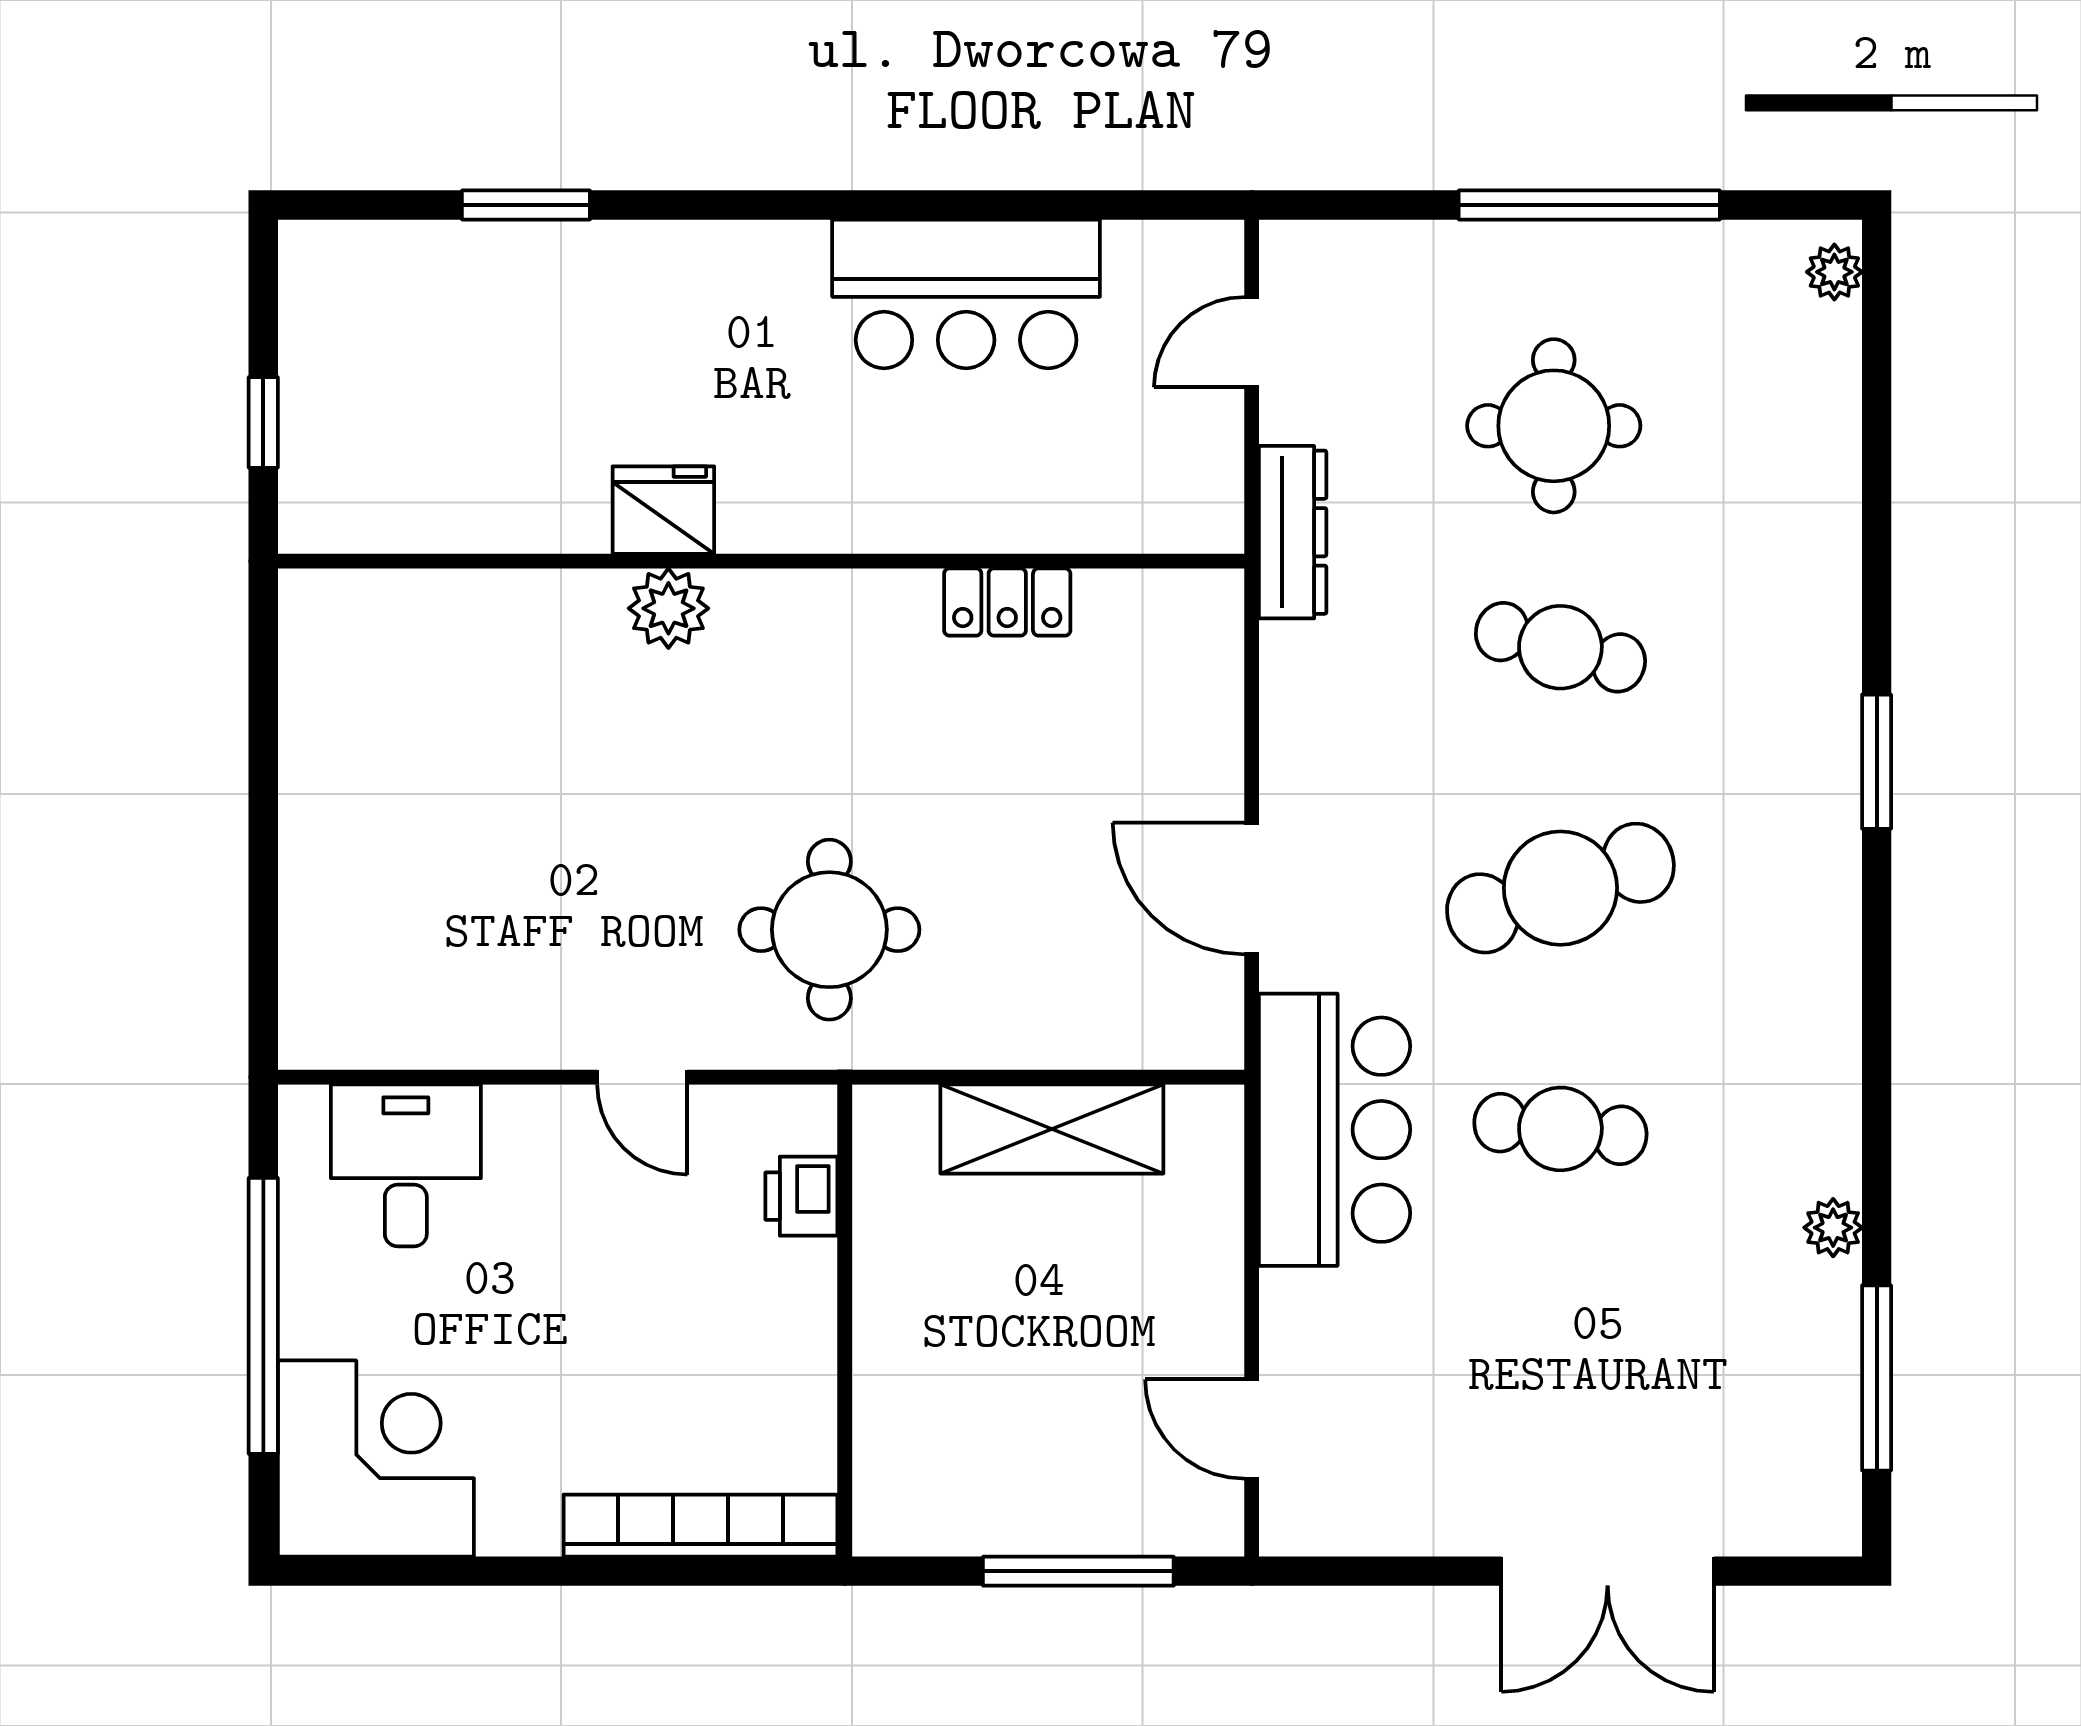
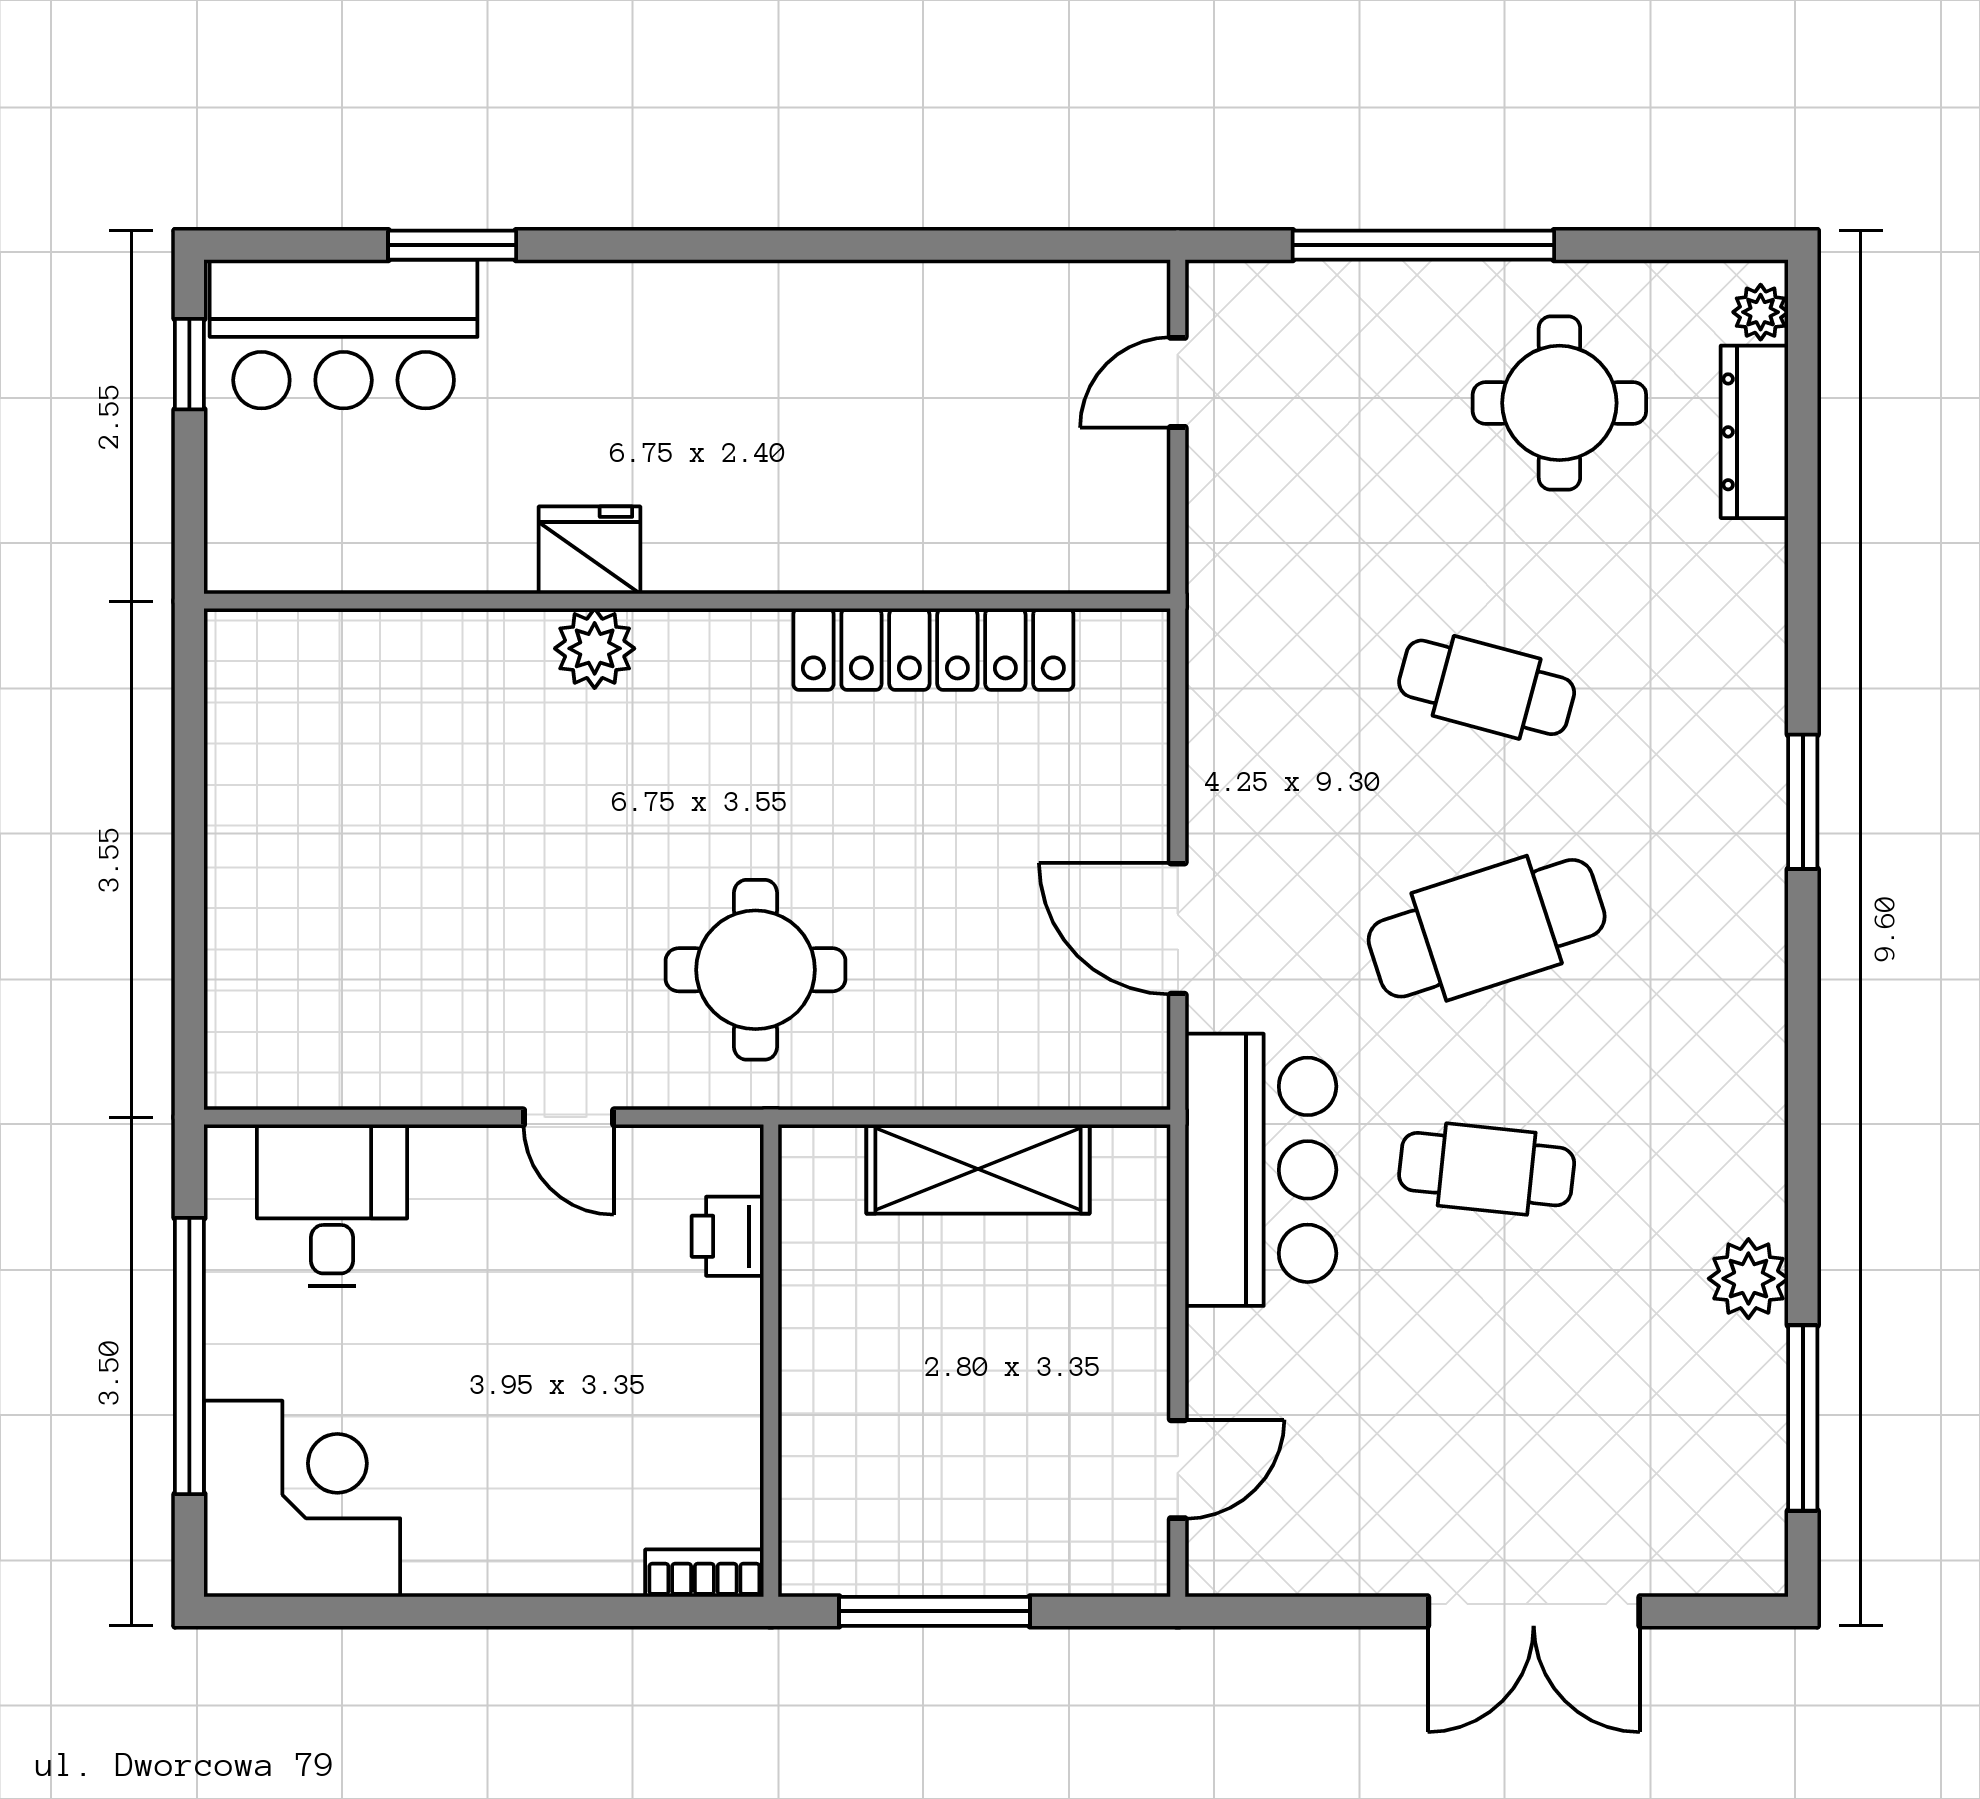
window: (1589, 205) -> (1423, 245), moved
bar counter: (966, 294) -> (344, 334), moved
window: (263, 422) -> (189, 364), moved
round table: (1554, 426) -> (1559, 403), moved
dresser: (1293, 532) -> (1754, 432), moved, turned 180
locker: (1007, 602) -> (933, 649), width x2.16, depth x1.21
plant: (1833, 1228) -> (1748, 1279), width x1.38, depth x1.38
door: (1252, 1429) -> (1178, 1469), swing flipped
bookcase: (700, 1526) -> (704, 1573), width x0.43, depth x0.76
window: (1078, 1571) -> (935, 1611), moved

